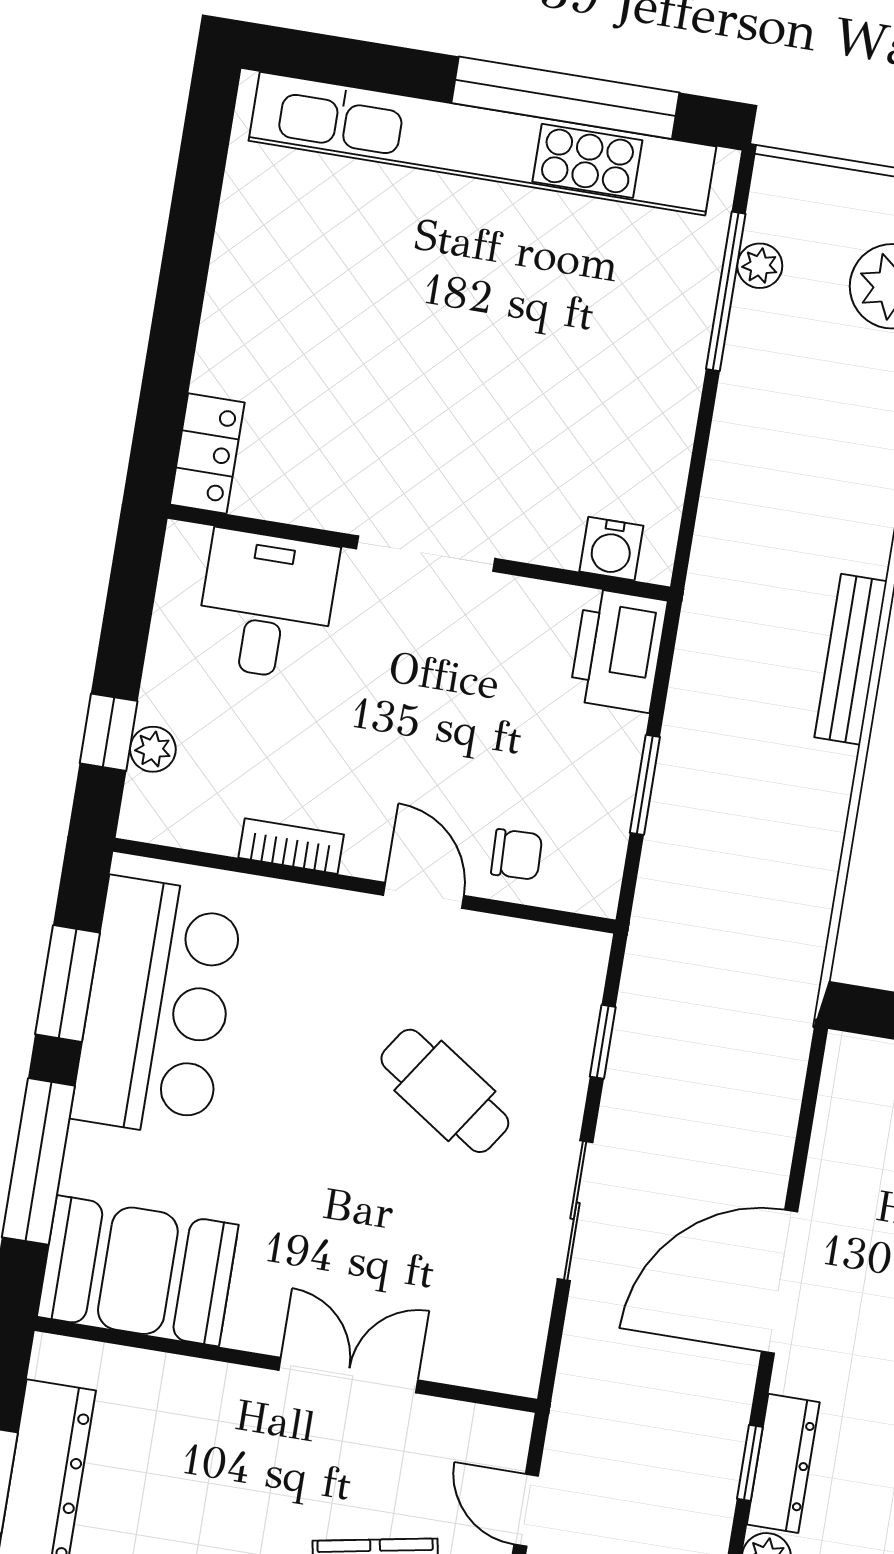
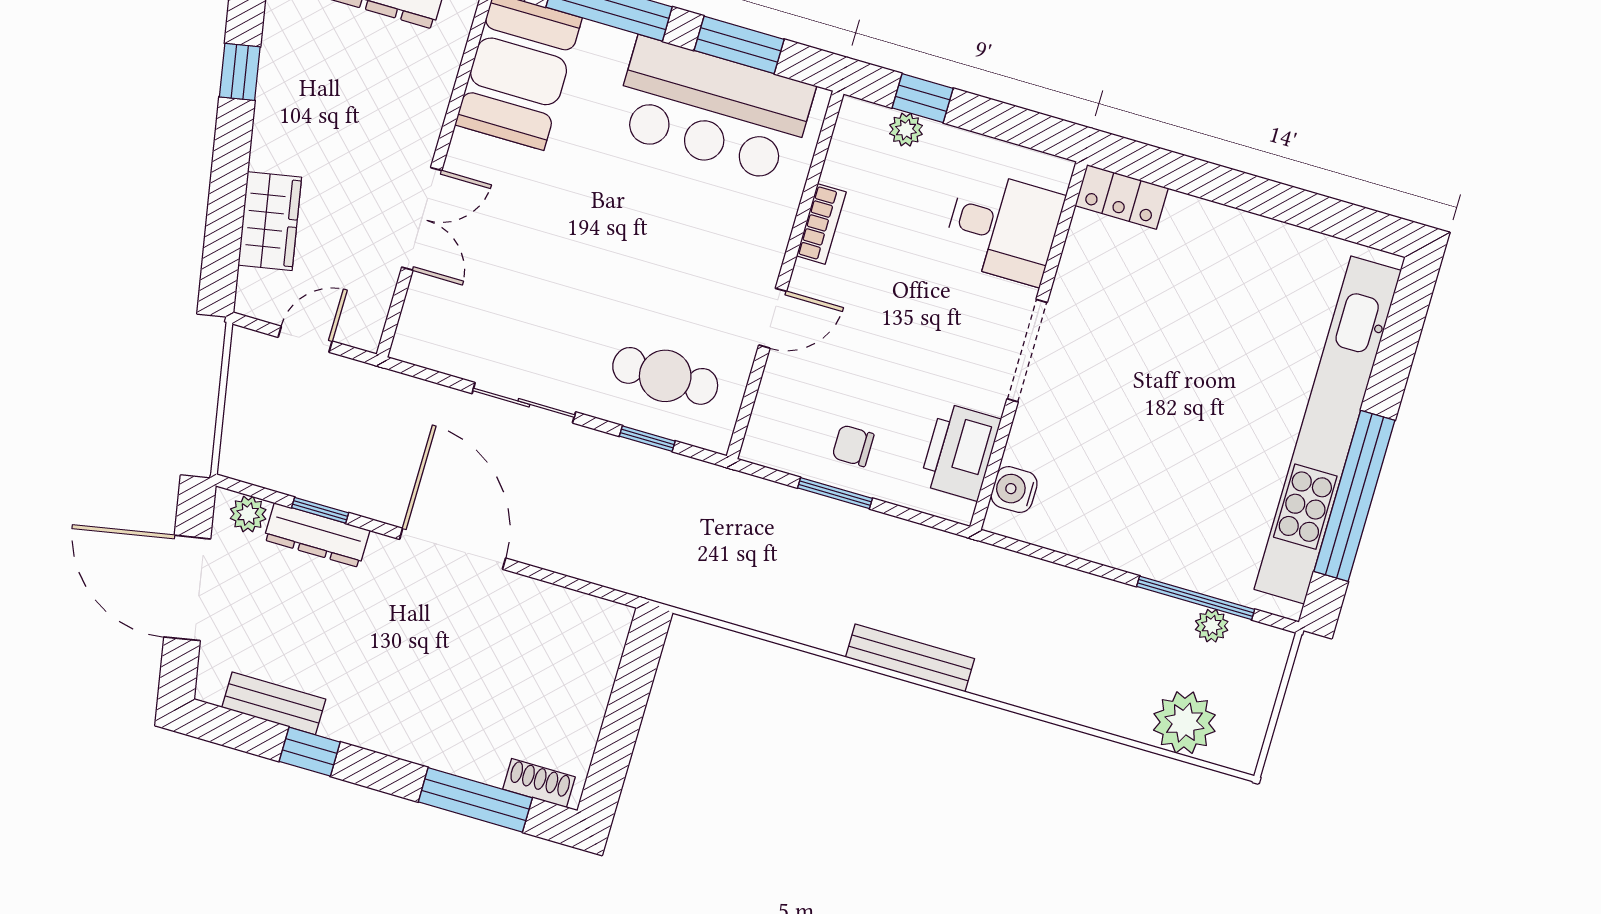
printer: (618, 650) -> (960, 452), moved, turned -90
chair: (517, 854) -> (853, 446), moved, turned 92
cafe table: (445, 1091) -> (665, 376), moved, turned 56

